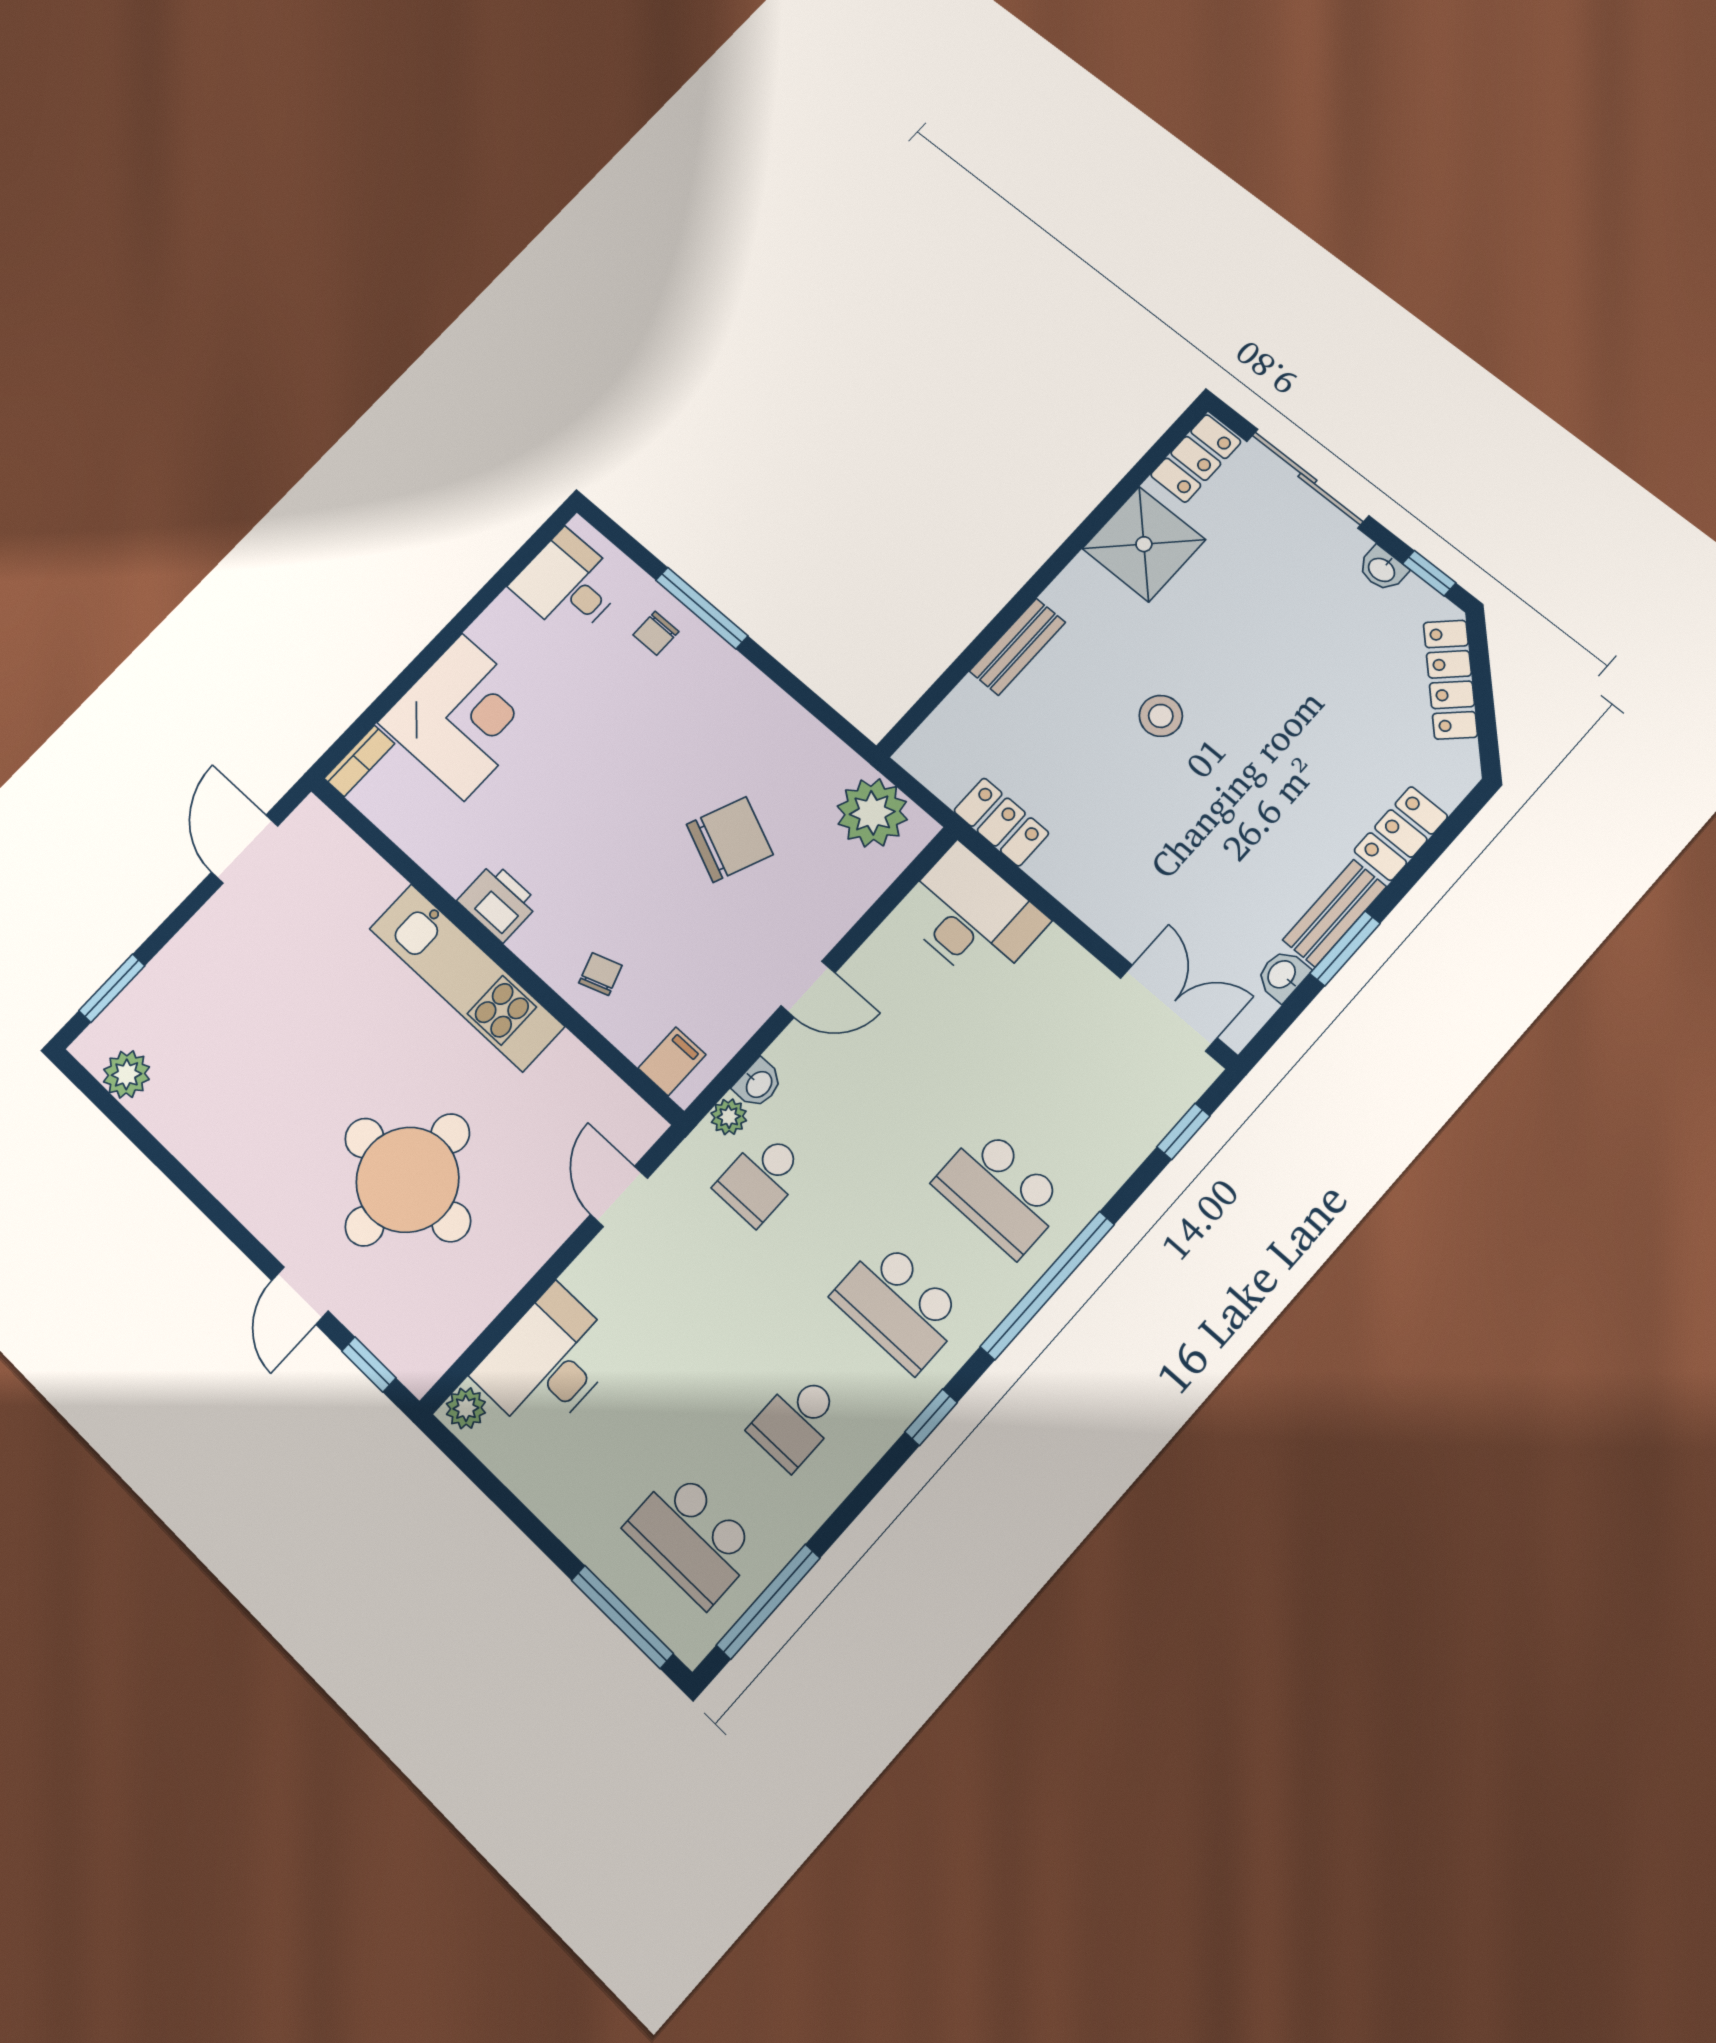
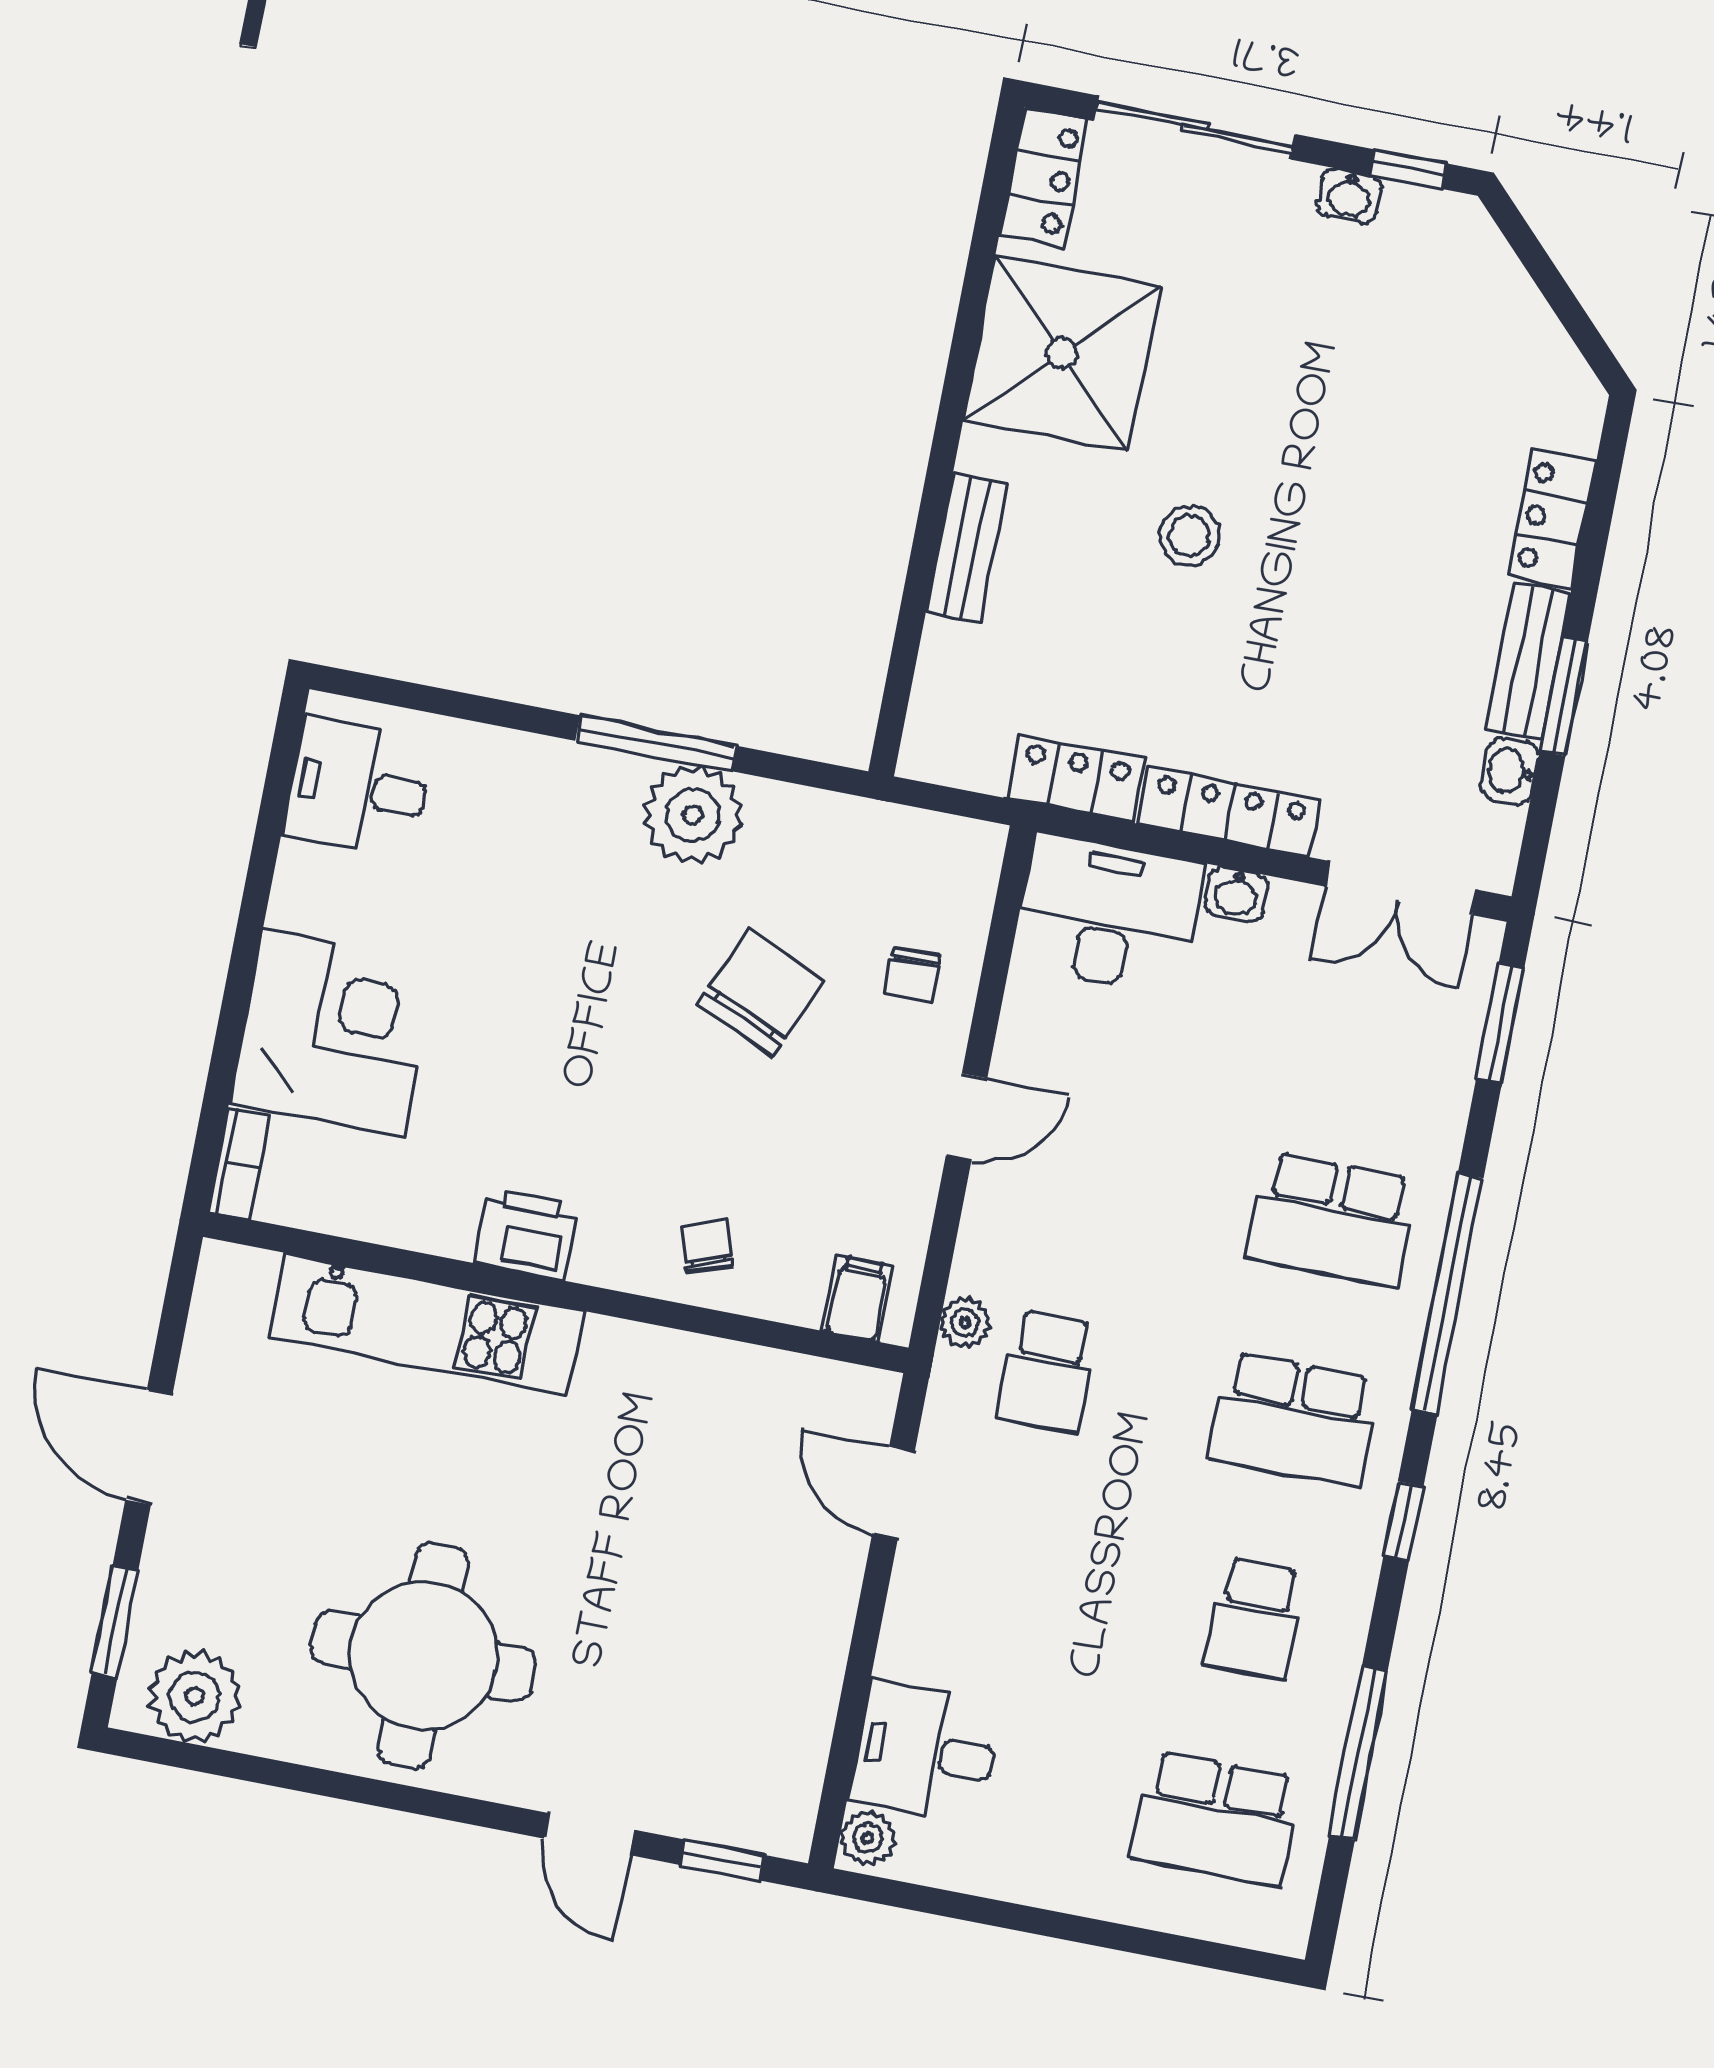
shower: (1144, 544) -> (1062, 353), width x1.37, depth x1.37
window: (702, 608) -> (656, 743), moved
chair: (656, 633) -> (913, 975), moved
locker: (1450, 680) -> (1229, 812), moved, turned 134
plant: (872, 813) -> (693, 815), moved
door: (245, 849) -> (149, 1447), moved
kitchen unit: (466, 977) -> (427, 1324), moved
double door: (1169, 1008) -> (1401, 888), swing flipped
plant: (127, 1074) -> (195, 1696), width x1.36, depth x1.36
washbasin: (758, 1084) -> (1236, 894), moved, turned 90
window: (1183, 1131) -> (1500, 1024), width x1.50
round table: (408, 1180) -> (423, 1656), moved
desk: (548, 1362) -> (925, 1752), width x0.73
window: (768, 1602) -> (1358, 1753), moved
window: (622, 1617) -> (1190, 1951), removed

